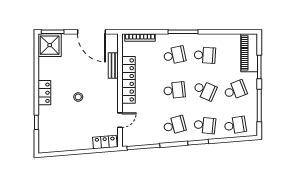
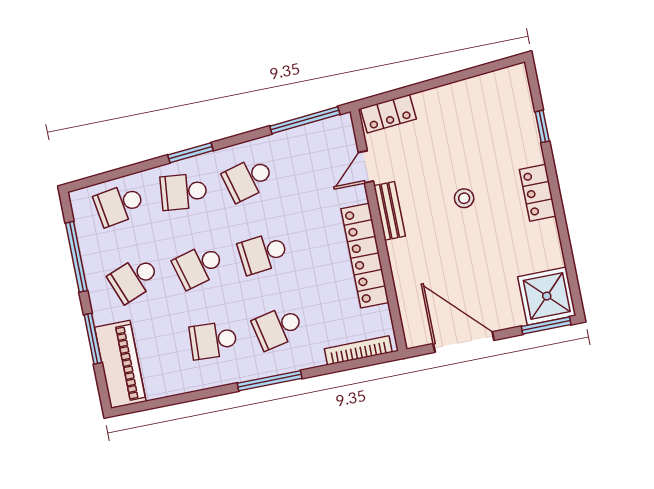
bench: (113, 66) -> (390, 211), moved
school desk: (205, 90) -> (198, 266), turned -39

